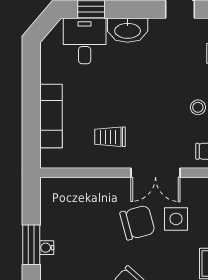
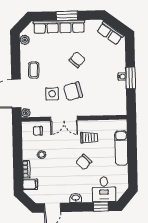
washbasin: (128, 30) -> (76, 198), width x0.52, depth x0.69
chair: (121, 92) -> (84, 162), added
double door: (155, 173) -> (64, 119), swing flipped

